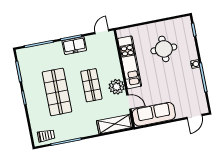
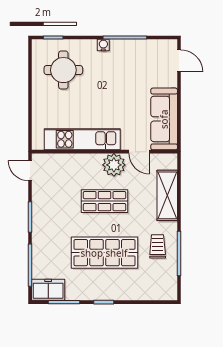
freezer: (74, 46) -> (48, 290), moved, turned -90
round table: (164, 49) -> (63, 70), moved
door: (129, 102) -> (139, 152), swing flipped
shelving: (115, 124) -> (167, 195), moved
trolley: (46, 136) -> (158, 246), moved

